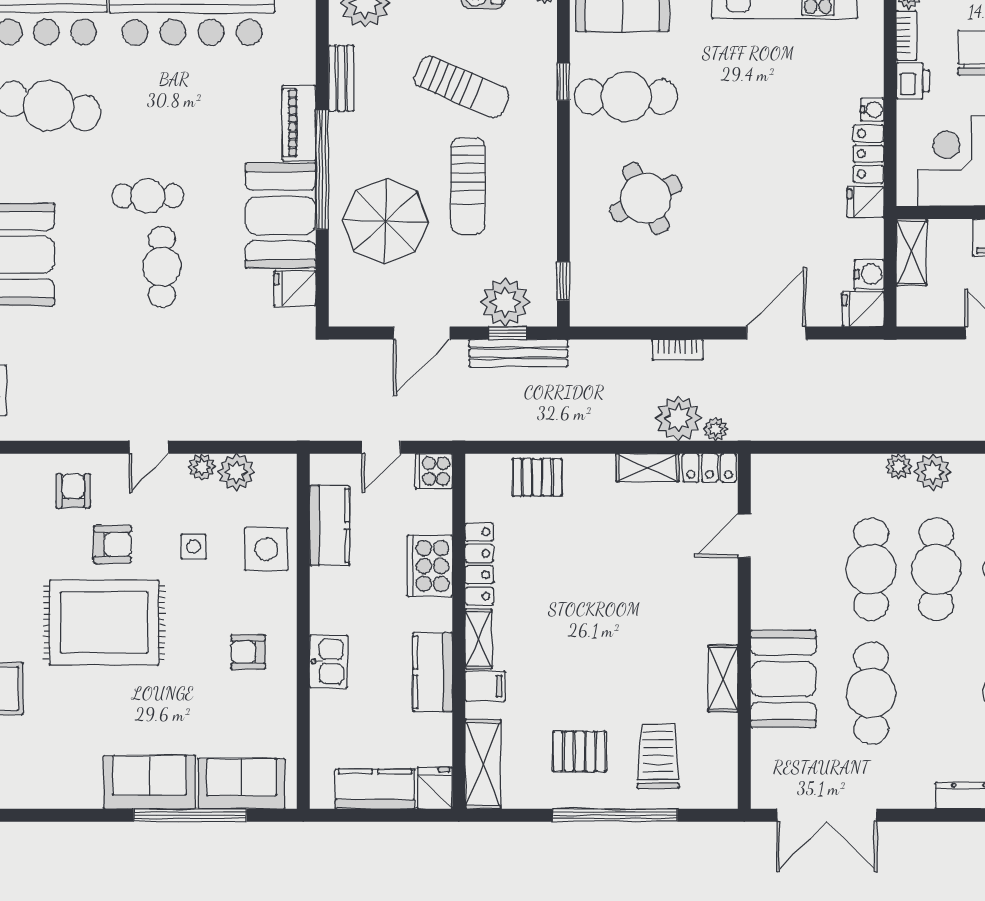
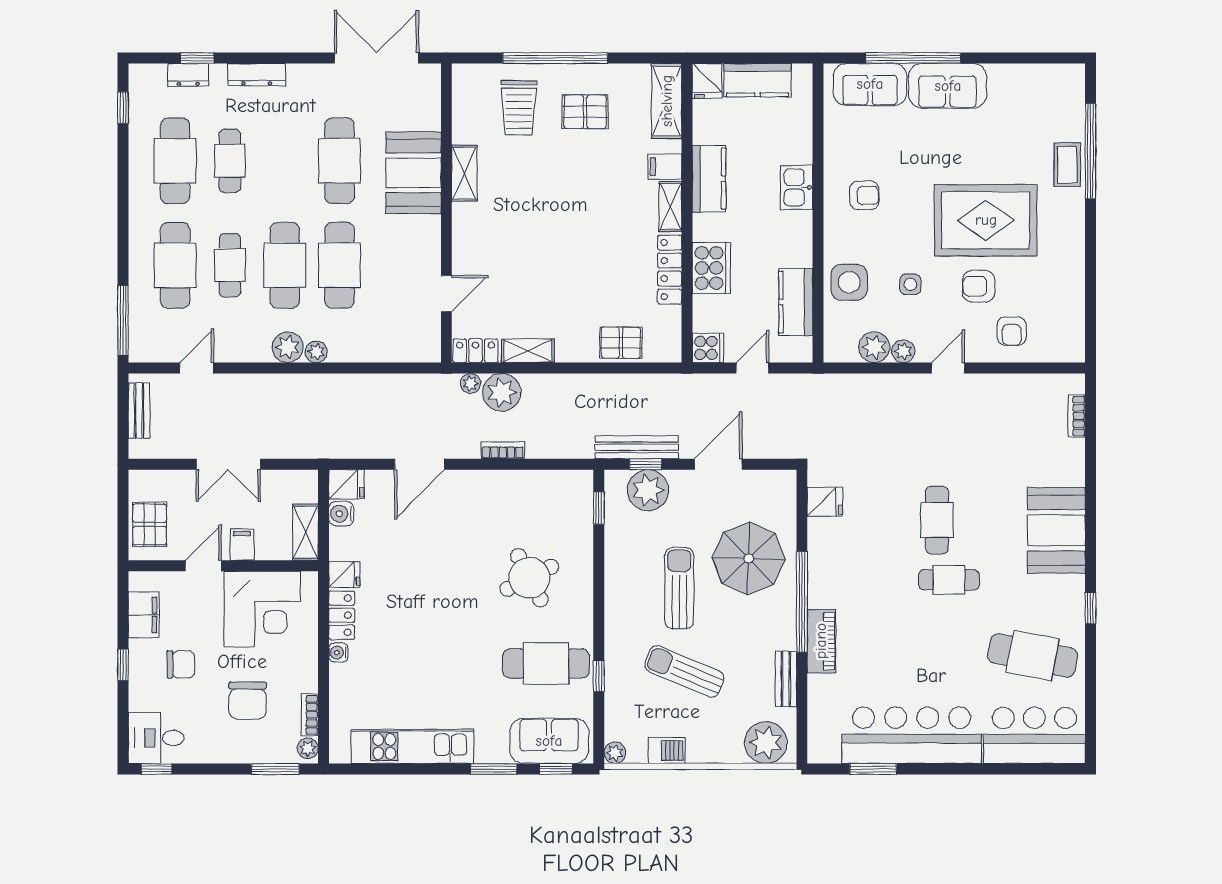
printer: (913, 81) -> (304, 677), removed
booth: (281, 216) -> (837, 563), removed

